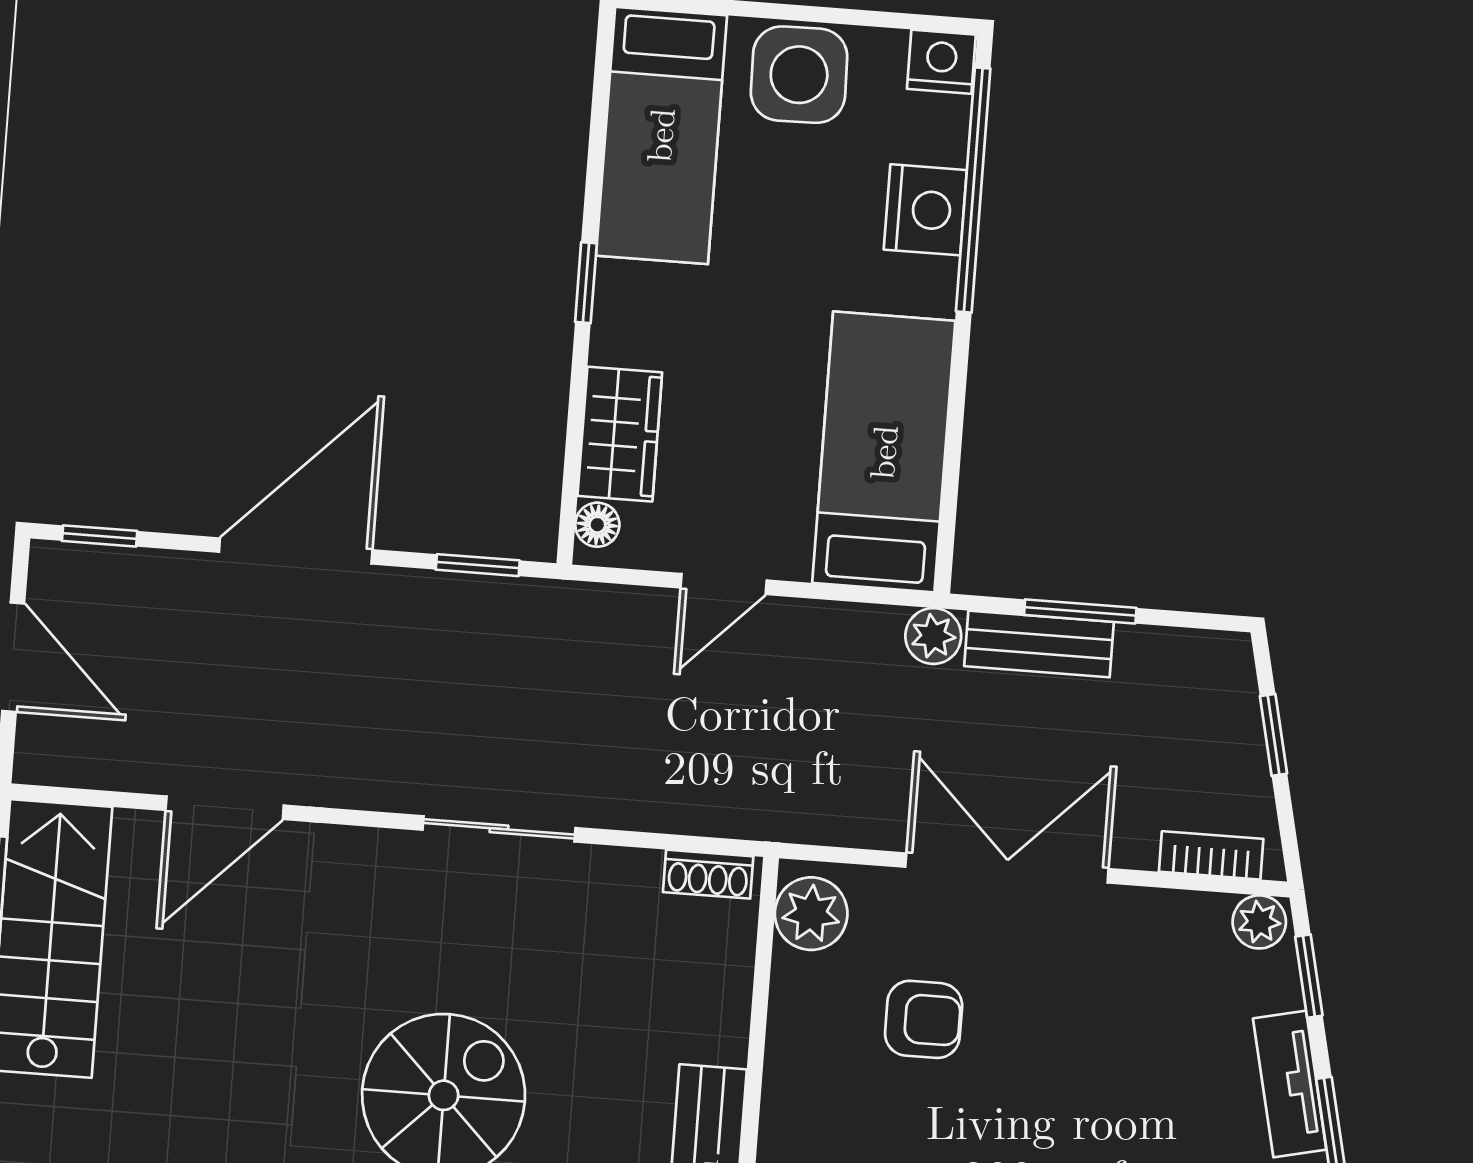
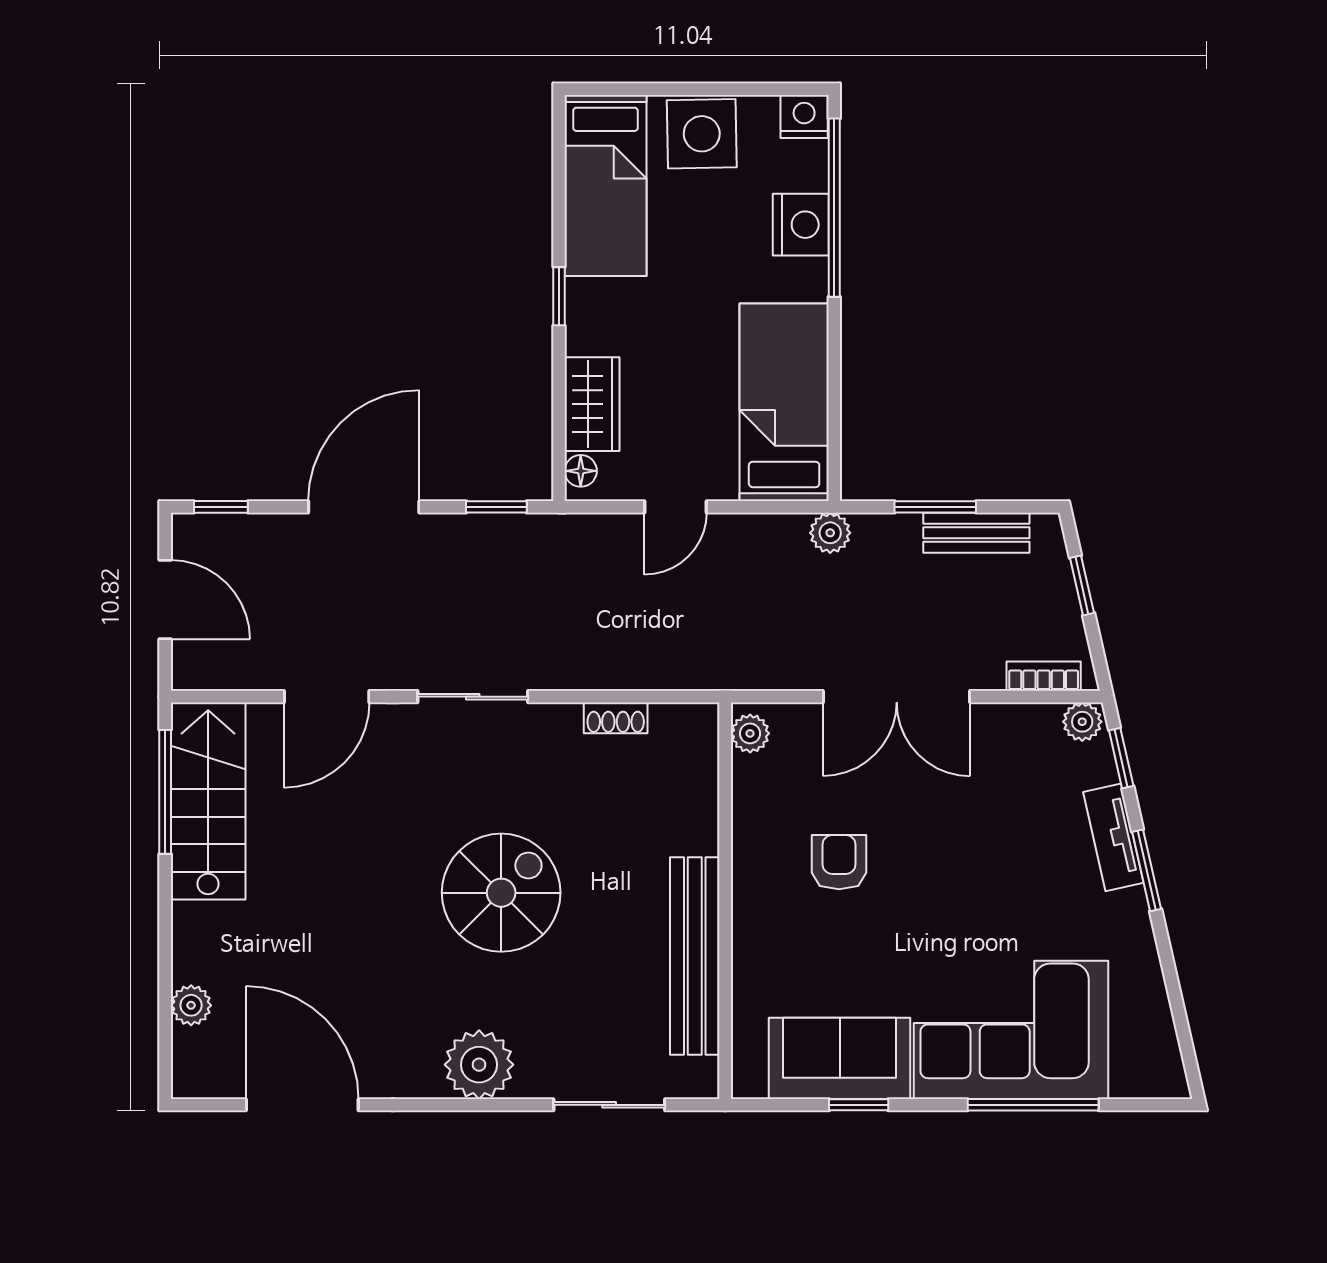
bench: (1039, 644) -> (976, 533), moved
sliding door: (499, 829) -> (473, 697), moved
double door: (1007, 868) -> (897, 697), swing flipped
shoe rack: (708, 874) -> (616, 718), moved
plant: (811, 914) -> (750, 733), width x0.73, depth x0.73
armchair: (924, 1019) -> (839, 862), moved, turned -90

